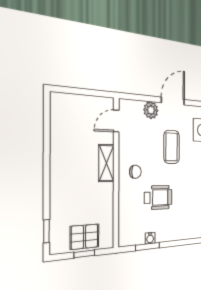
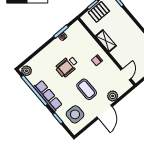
shelving: (106, 163) -> (106, 41), moved
wheelchair: (158, 197) -> (67, 66), moved

